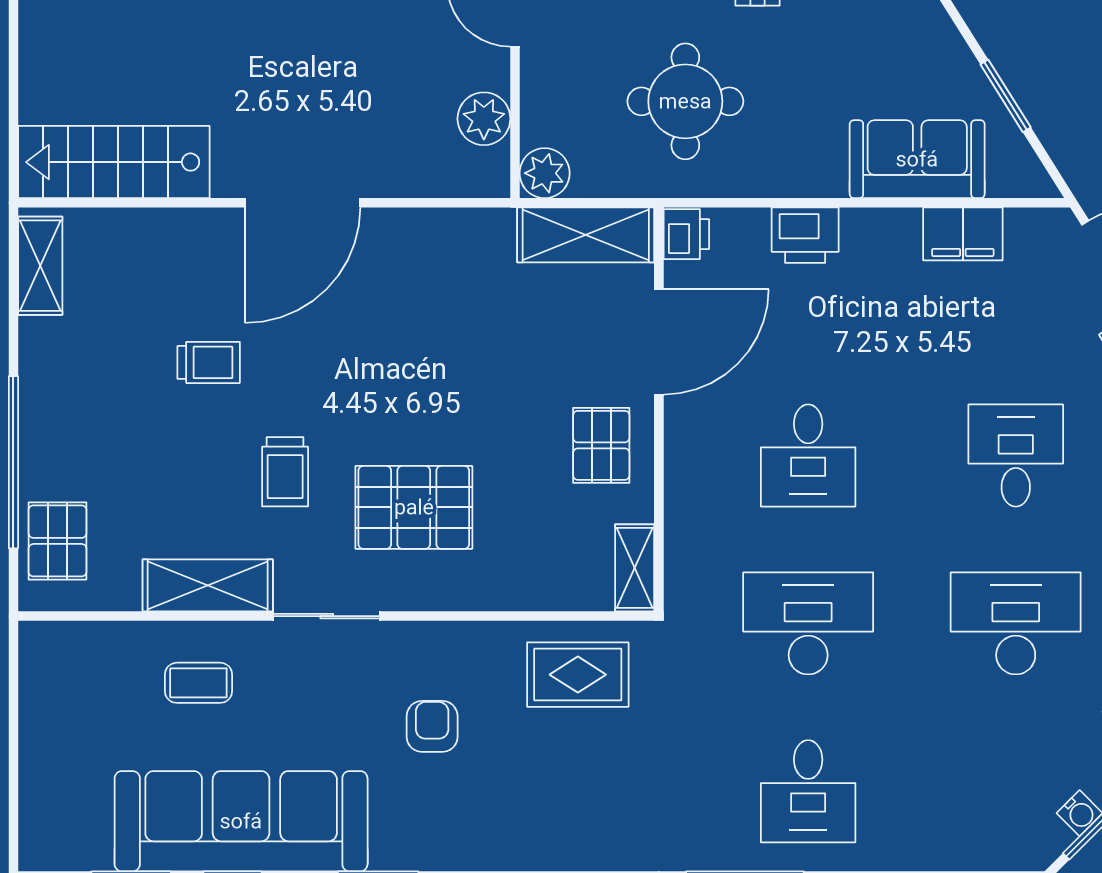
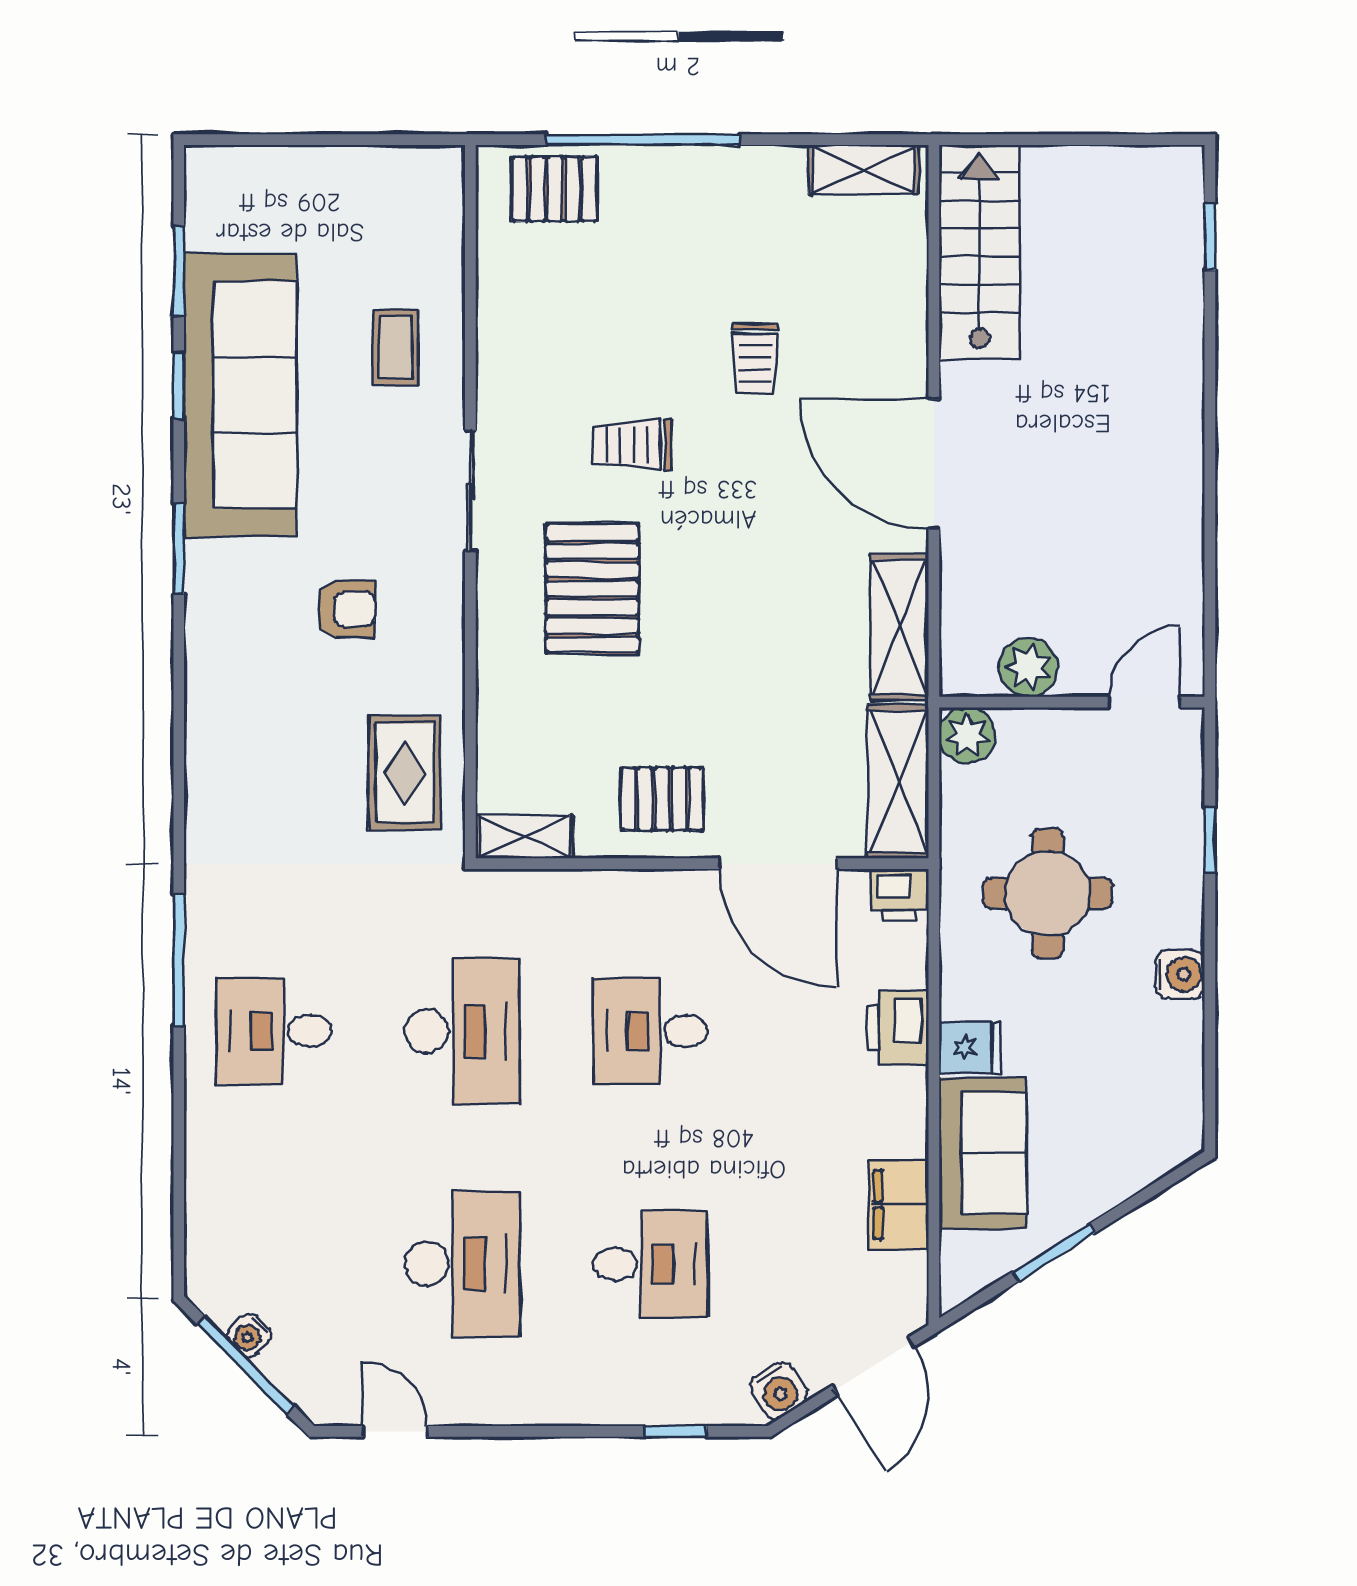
fridge: (823, 171) -> (970, 1048), added
shelving: (208, 585) -> (899, 627), moved

